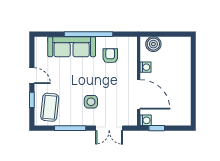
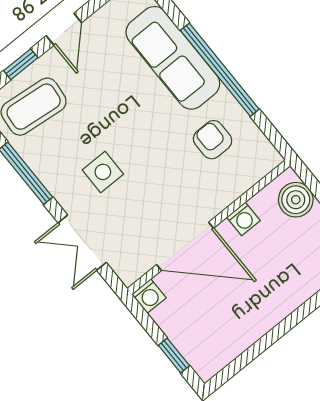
armchair: (110, 56) -> (213, 140), turned -90
door: (139, 94) -> (185, 246), hinge flipped
window: (157, 128) -> (174, 356), moved

